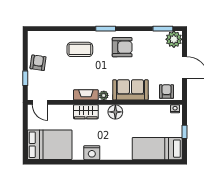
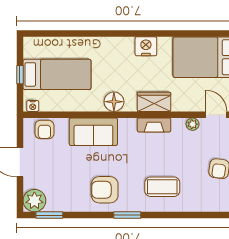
plant: (104, 95) -> (193, 124), moved
bed: (157, 149) -> (57, 74), moved

